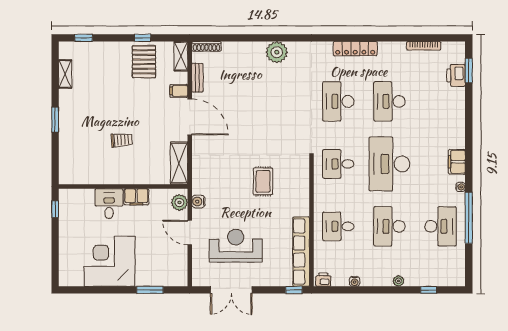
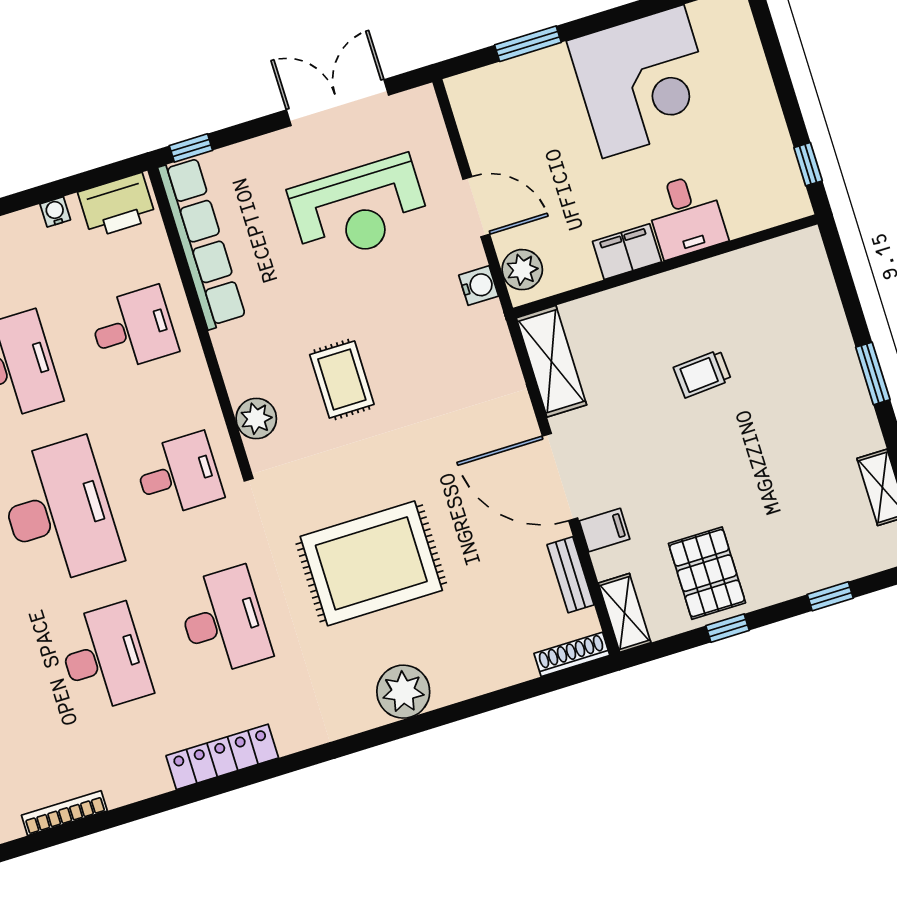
window: (84, 38) -> (830, 596), moved
rug: (274, 106) -> (371, 563), added
plant: (301, 176) -> (256, 418), added
printer: (323, 280) -> (117, 205), width x1.87, depth x1.48

